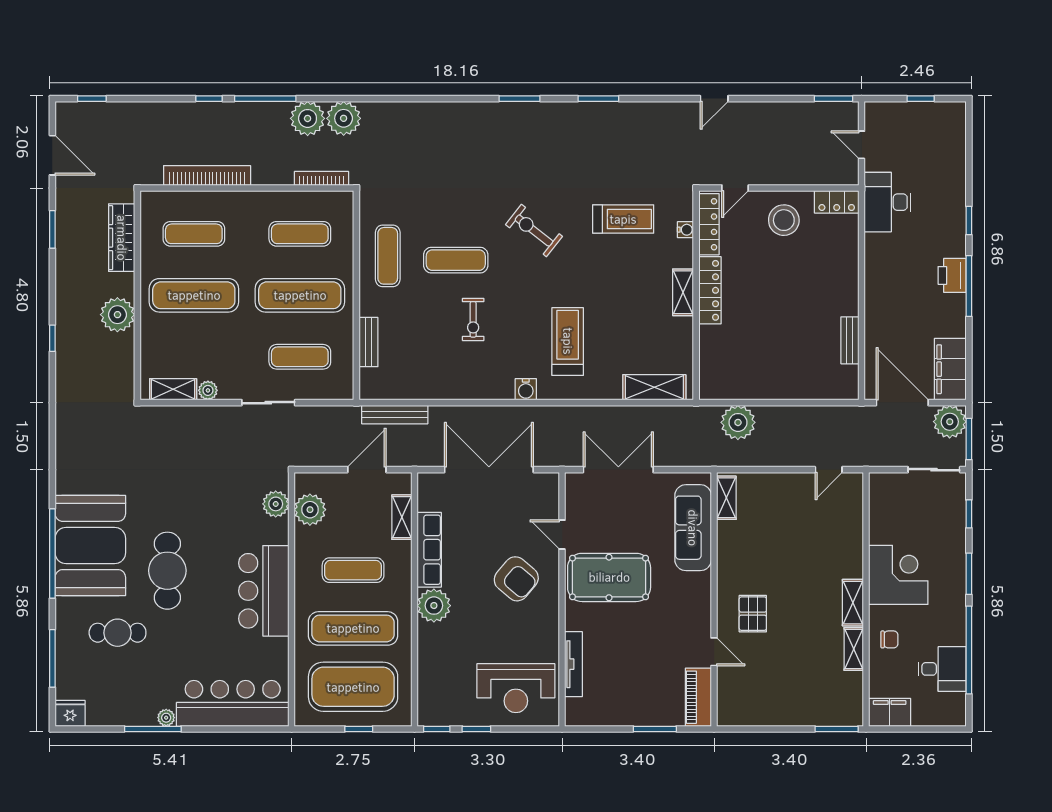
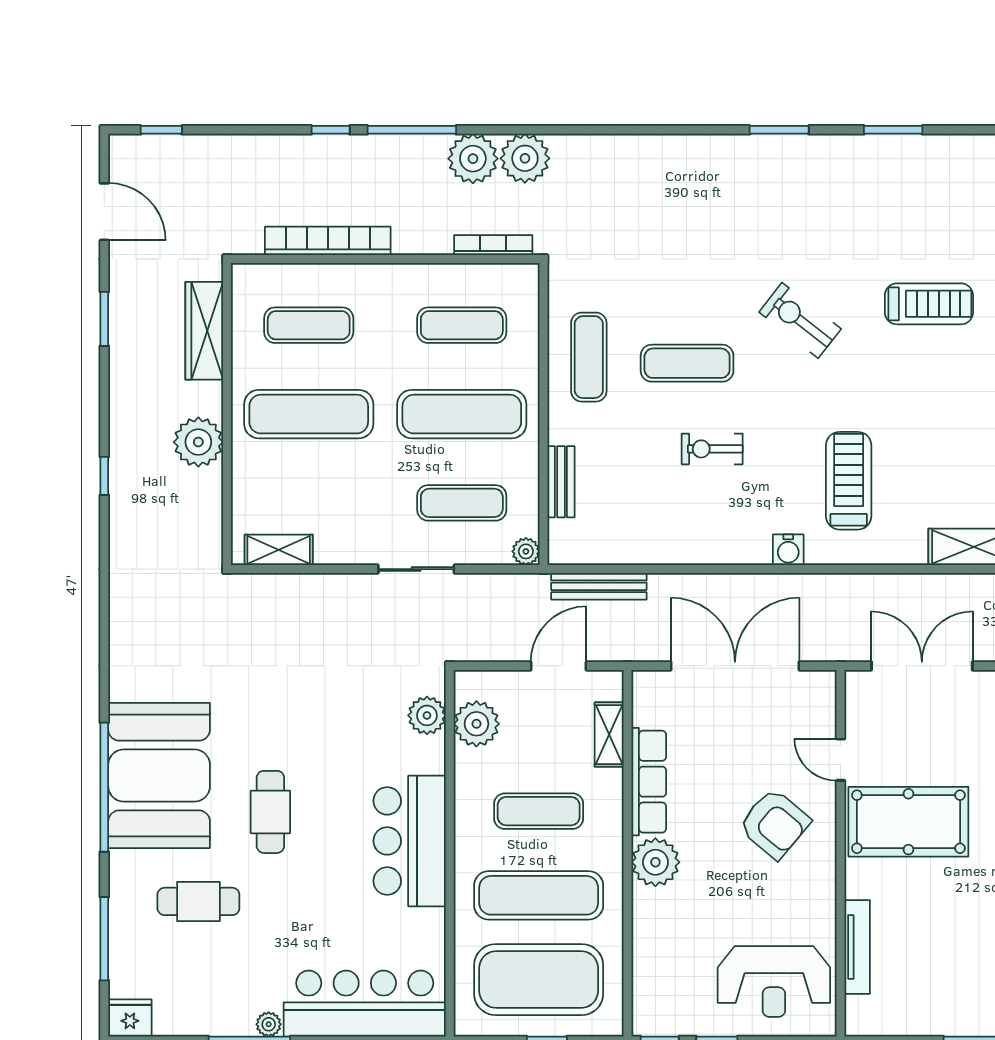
exercise bike: (473, 319) -> (712, 449), turned 90
plant: (208, 390) -> (526, 551), moved
cafe table: (167, 571) -> (270, 812), width x0.73, depth x0.74

